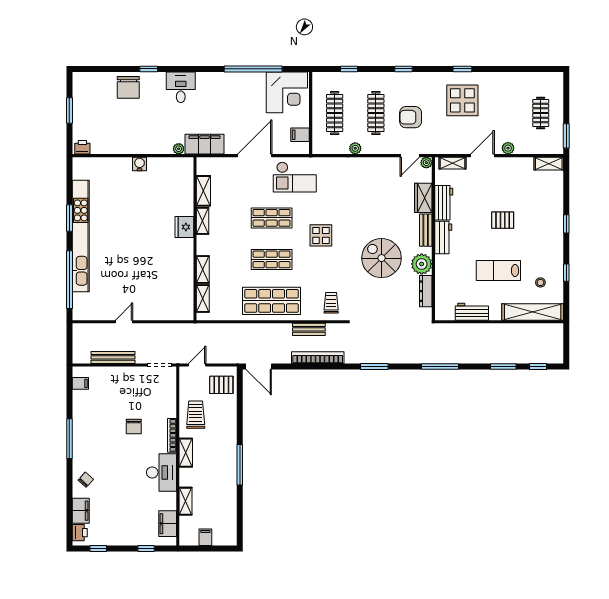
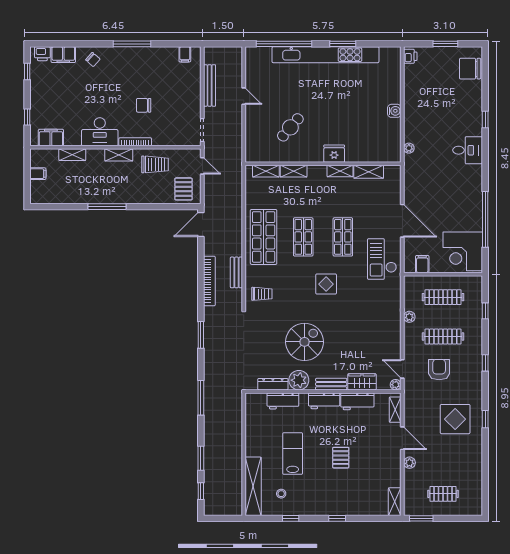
chair: (128, 87) -> (470, 69), moved
filing cabinet: (205, 144) -> (413, 173), removed
cafe table: (157, 273) -> (290, 127), added
workbench: (472, 312) -> (283, 401), moved, turned 90

